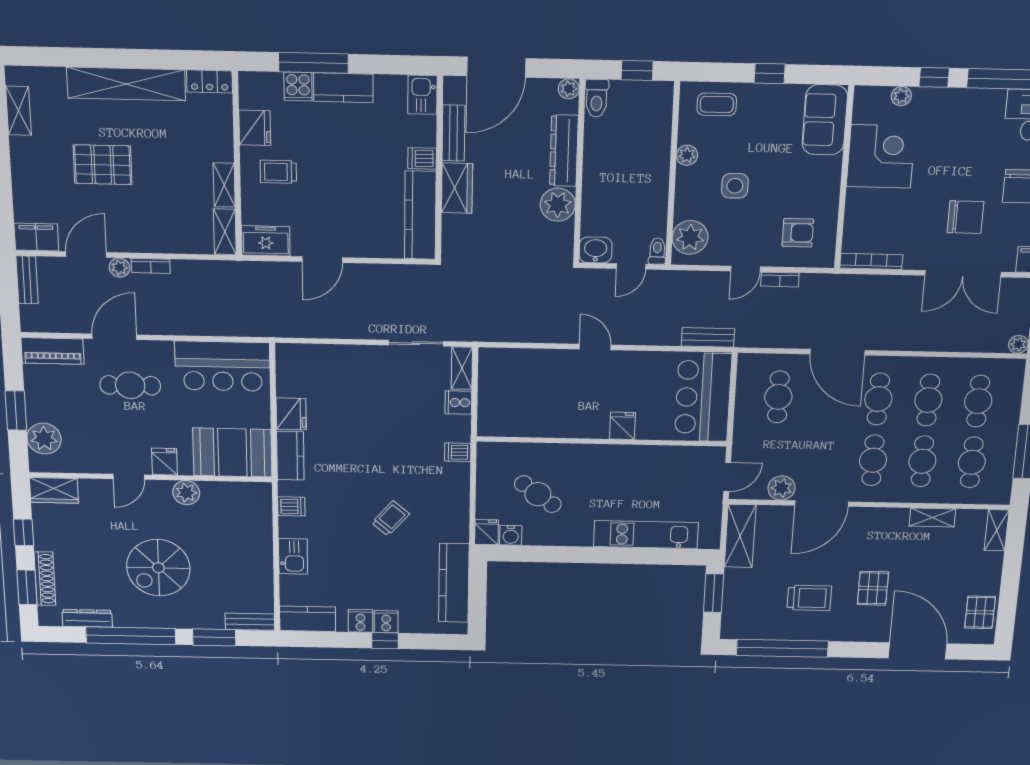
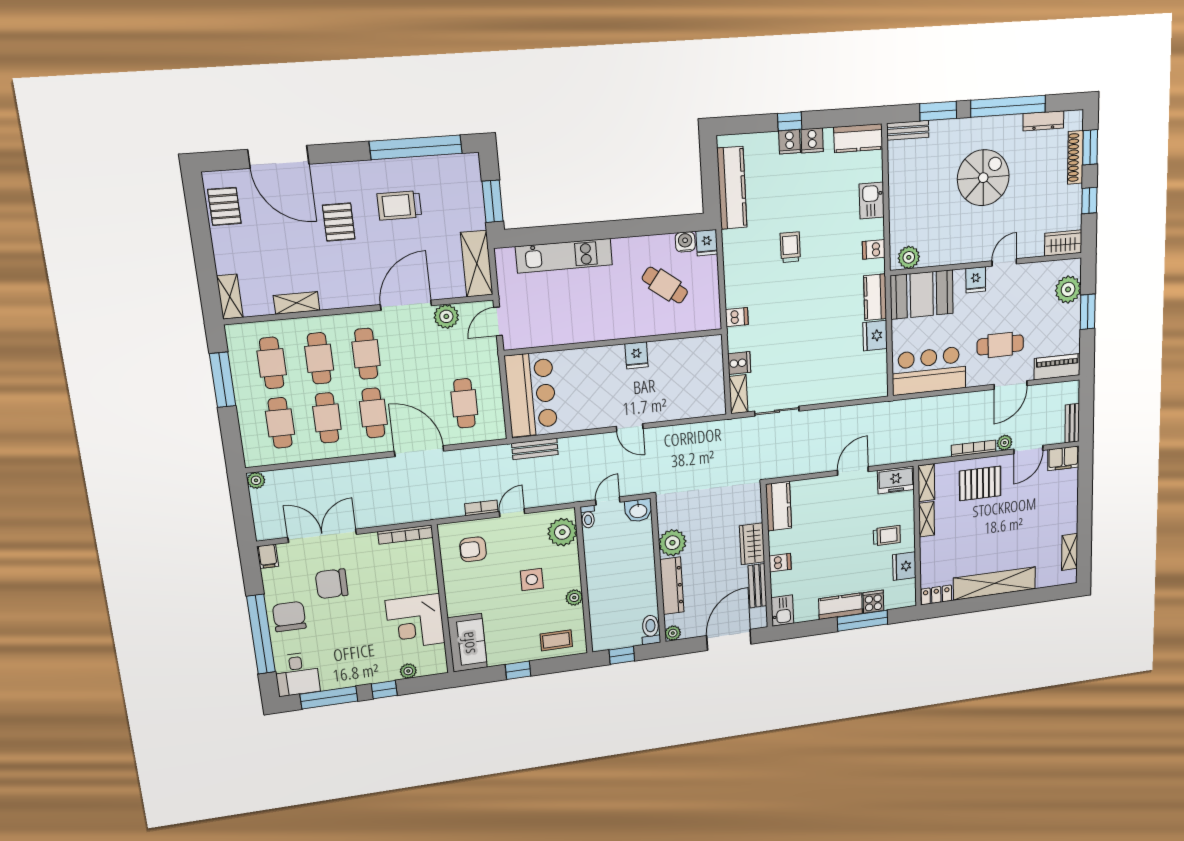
pallet: (103, 165) -> (980, 483), moved
kitchen counter: (420, 215) -> (779, 506), width x0.67
bookcase: (151, 266) -> (974, 448), width x1.56
fridge: (623, 426) -> (637, 355), moved
plant: (186, 493) -> (909, 257), moved
trolley: (391, 518) -> (790, 247), turned 139

